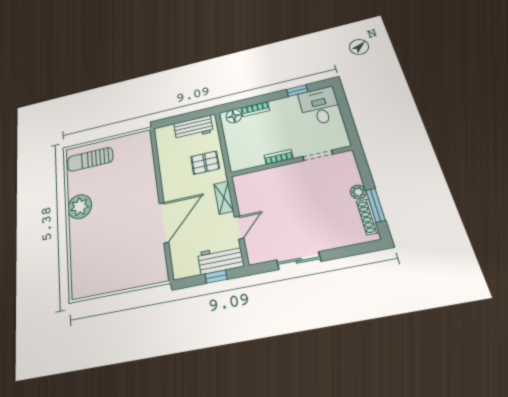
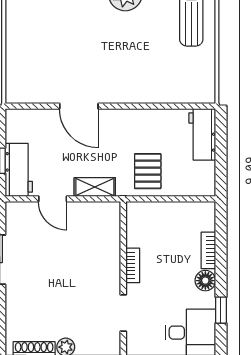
floor lamp: (234, 116) -> (205, 281), moved
workbench: (193, 128) -> (202, 134), moved
door: (164, 223) -> (79, 106), width x0.73

